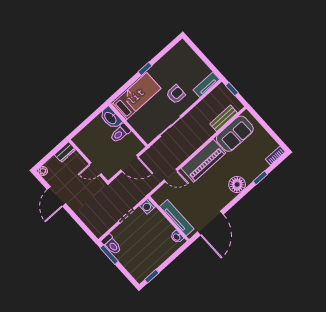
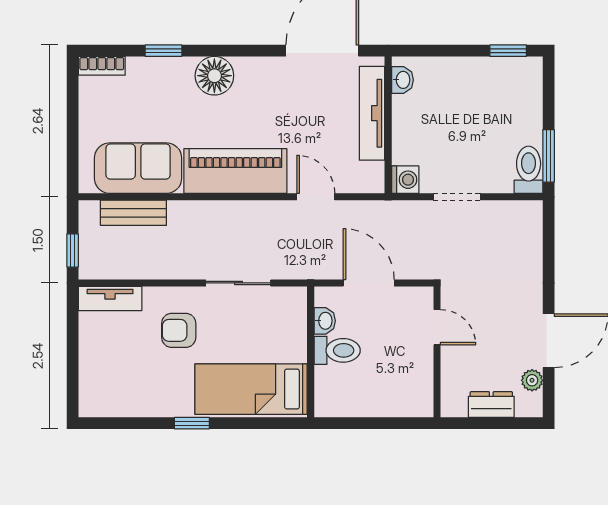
washbasin: (111, 118) -> (325, 321), moved, width x0.52, depth x0.69
dresser: (65, 152) -> (491, 405), moved
plant: (43, 171) -> (532, 380), moved

